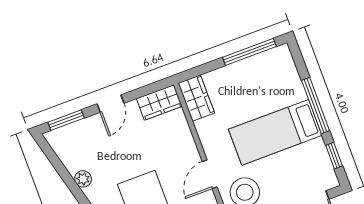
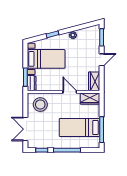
door: (111, 104) -> (102, 60), swing flipped
bed: (275, 132) -> (79, 128), moved, turned -90
door: (210, 174) -> (70, 92), moved

